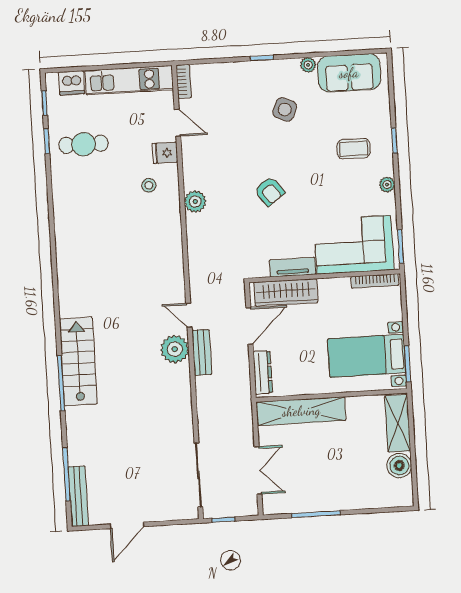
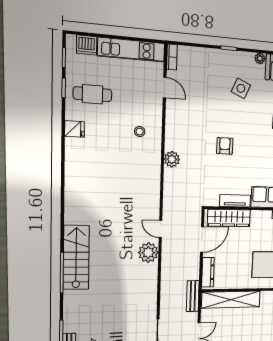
fridge: (165, 153) -> (74, 129), moved, turned 180
armchair: (269, 191) -> (225, 146), turned -143
plant: (195, 202) -> (172, 159), moved
bench: (202, 352) -> (193, 296), moved

